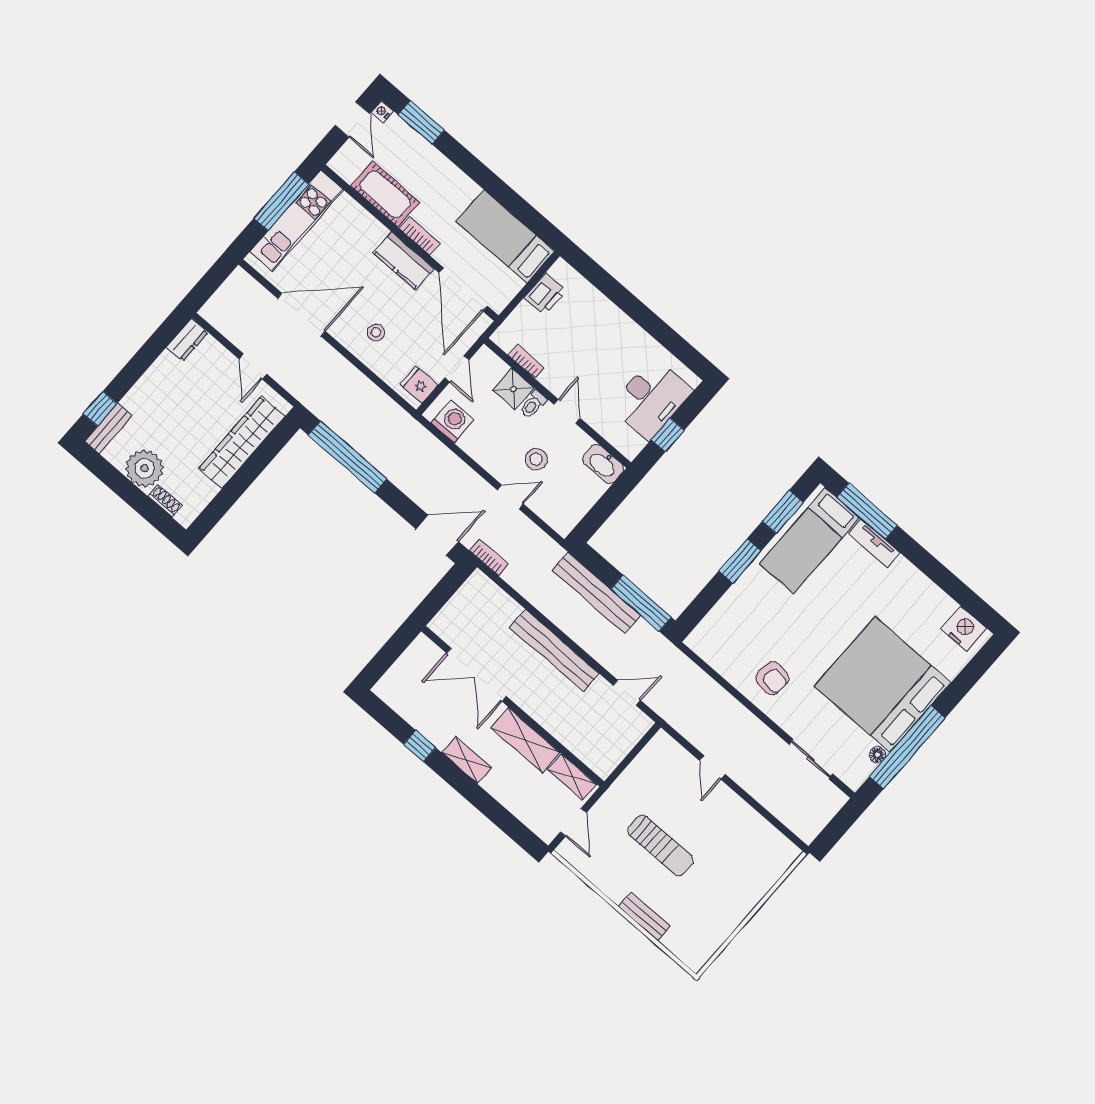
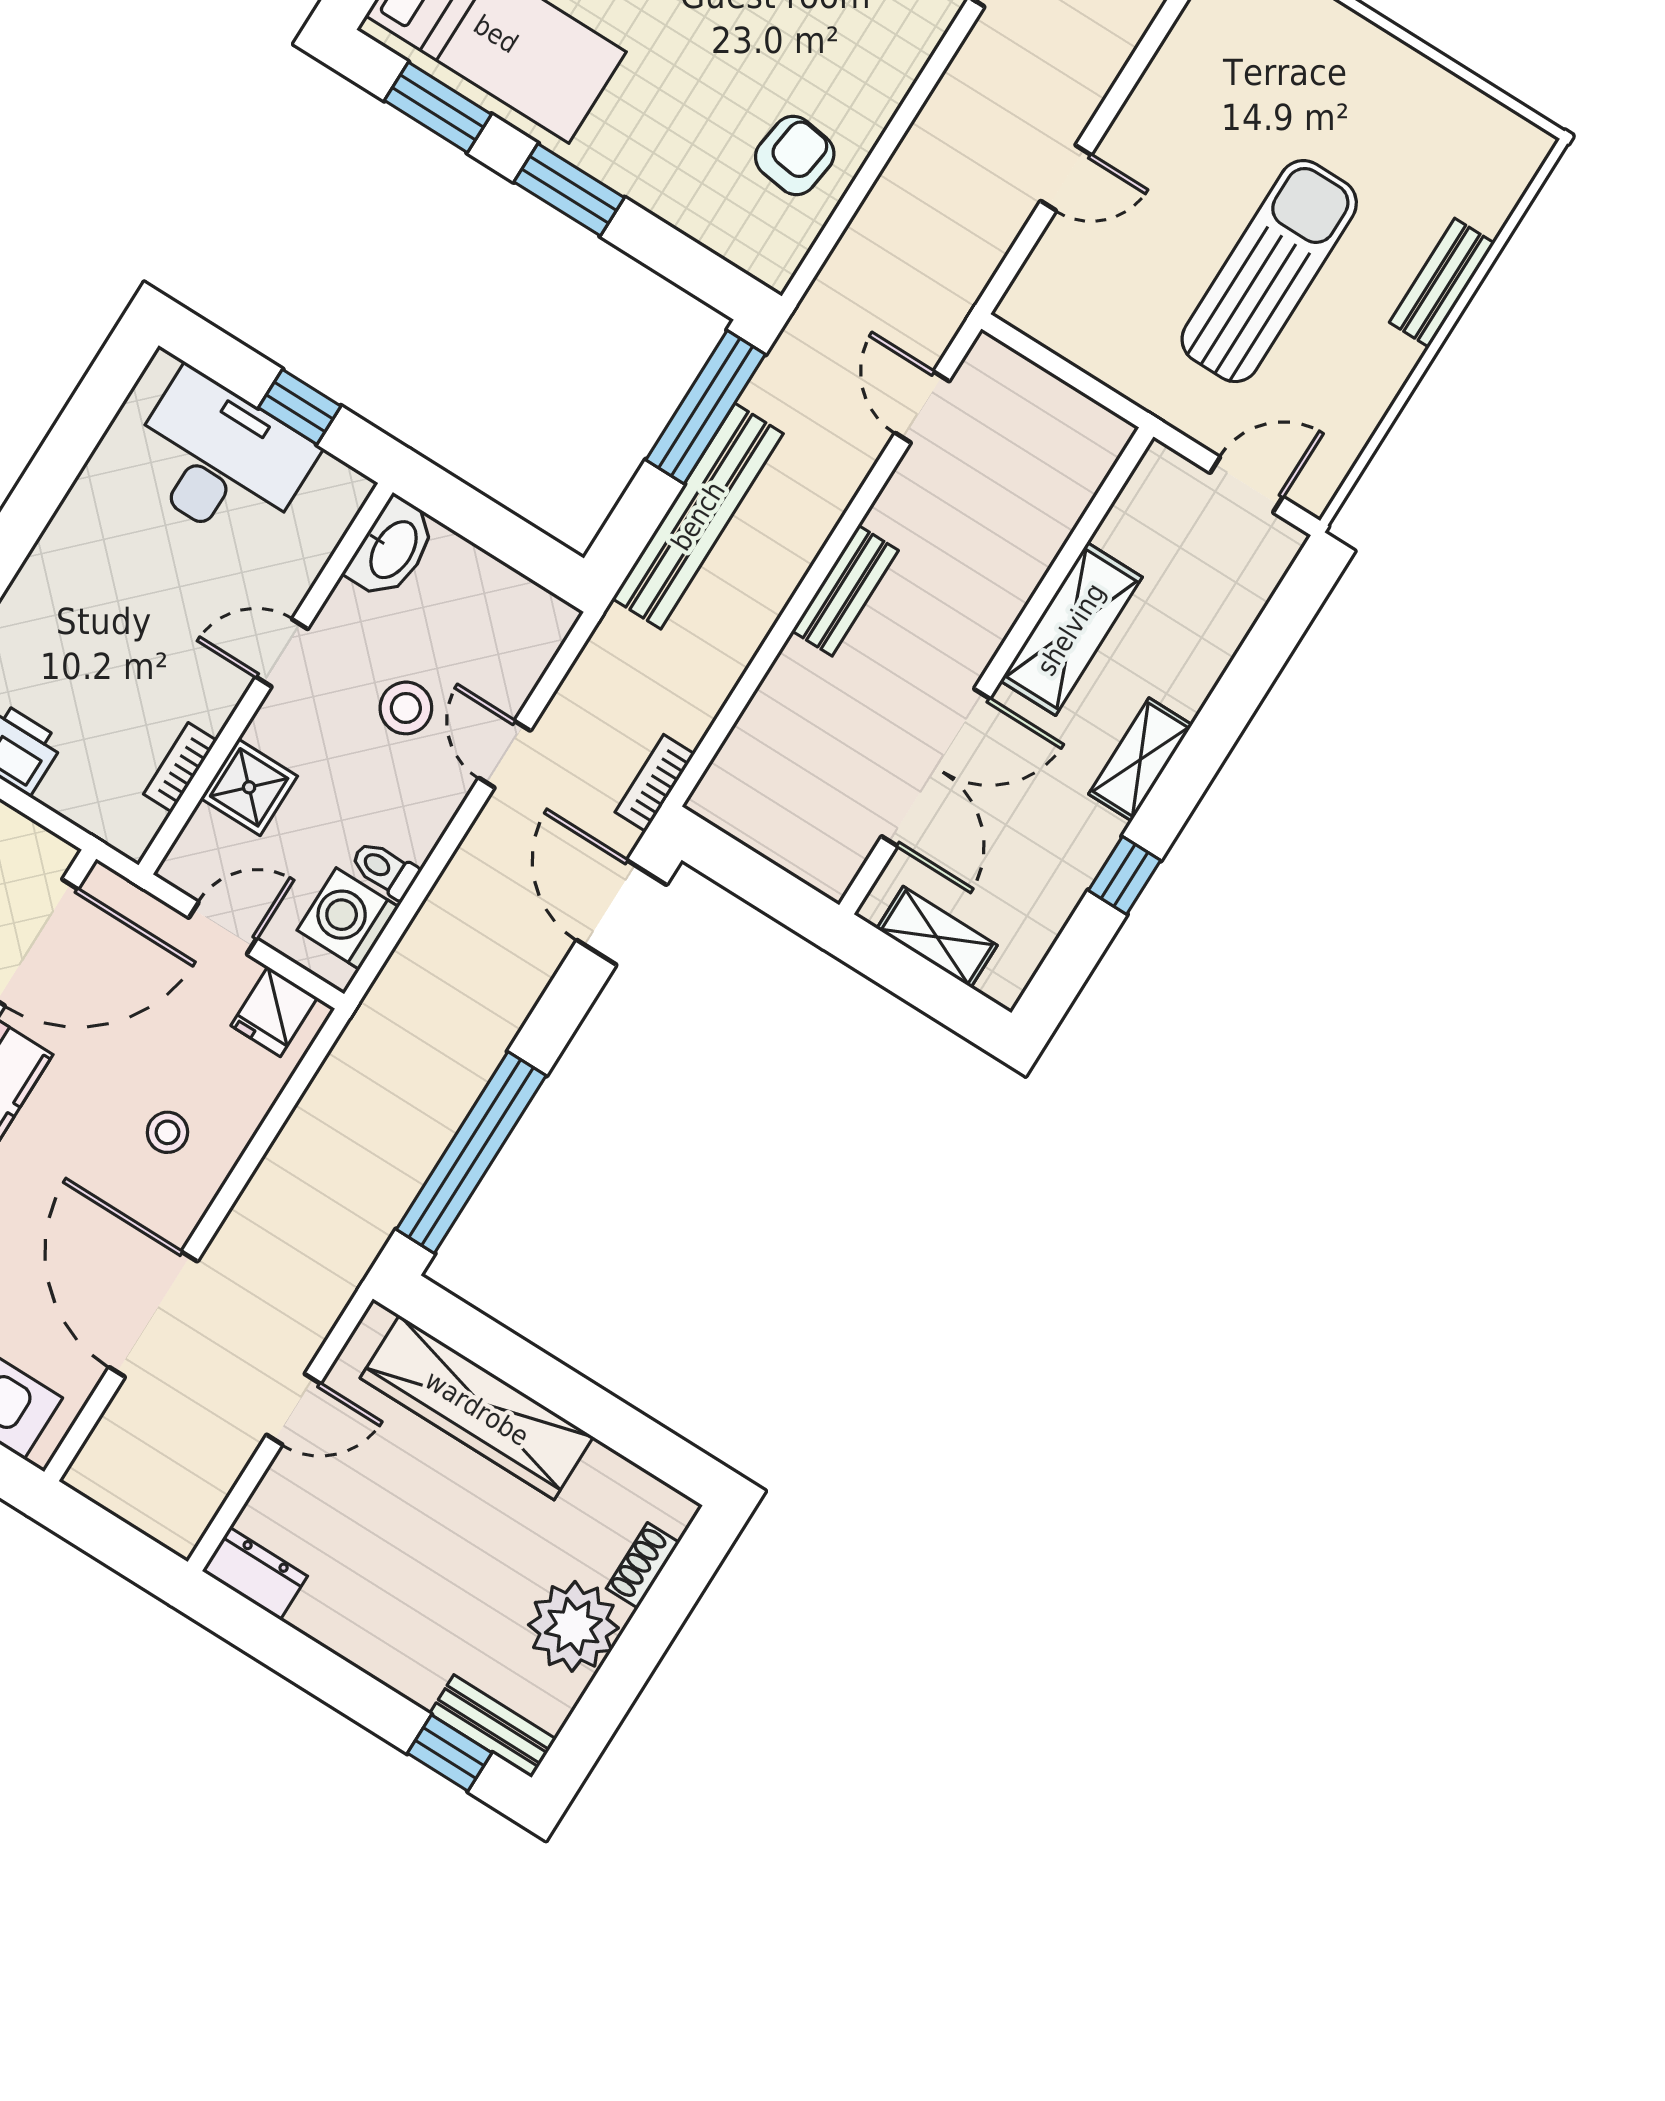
toilet: (533, 404) -> (385, 869), moved, turned 180
bench: (554, 650) -> (845, 591), width x0.54, depth x0.82
armchair: (772, 678) -> (795, 155), moved
shelving: (572, 777) -> (937, 937), moved, turned 90
sun lounger: (660, 846) -> (1269, 271), width x1.36, depth x1.34

